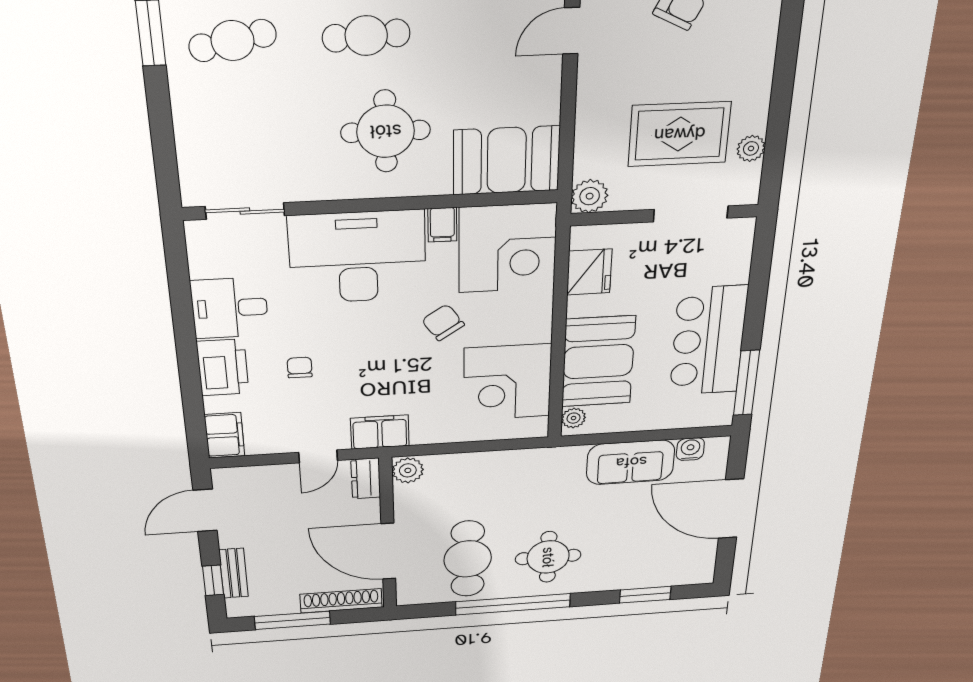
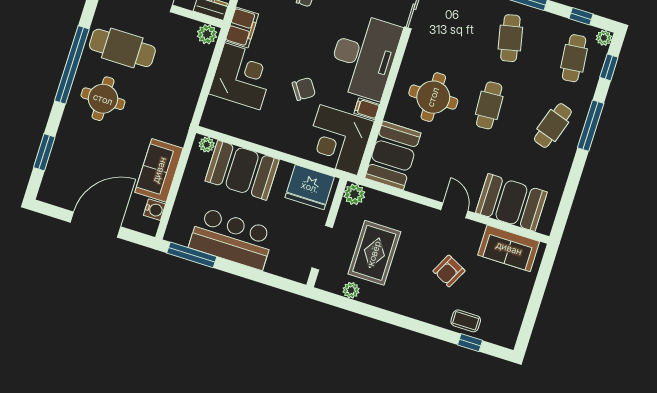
fridge: (589, 272) -> (310, 187), width x1.36, depth x1.34
corner desk: (507, 382) -> (242, 76), moved, turned 90

